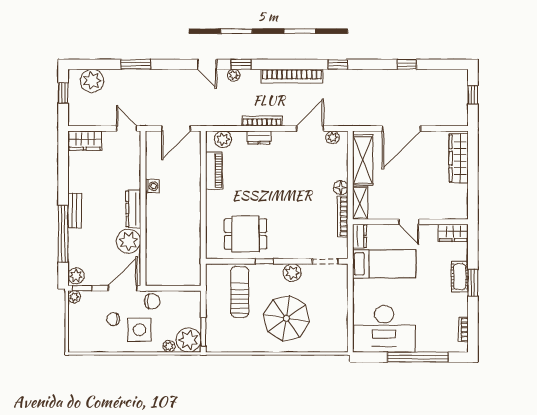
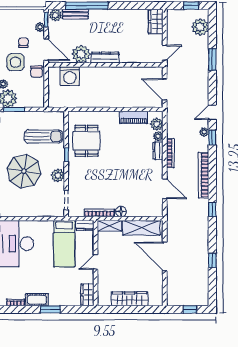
plant: (333, 137) -> (158, 136), moved
wardrobe: (459, 158) -> (130, 299), moved
washing machine: (152, 186) -> (70, 76), moved, width x1.89, depth x1.89
bench: (75, 211) -> (75, 14), moved
cot: (460, 277) -> (37, 300), moved
plant: (74, 297) -> (40, 27), moved

